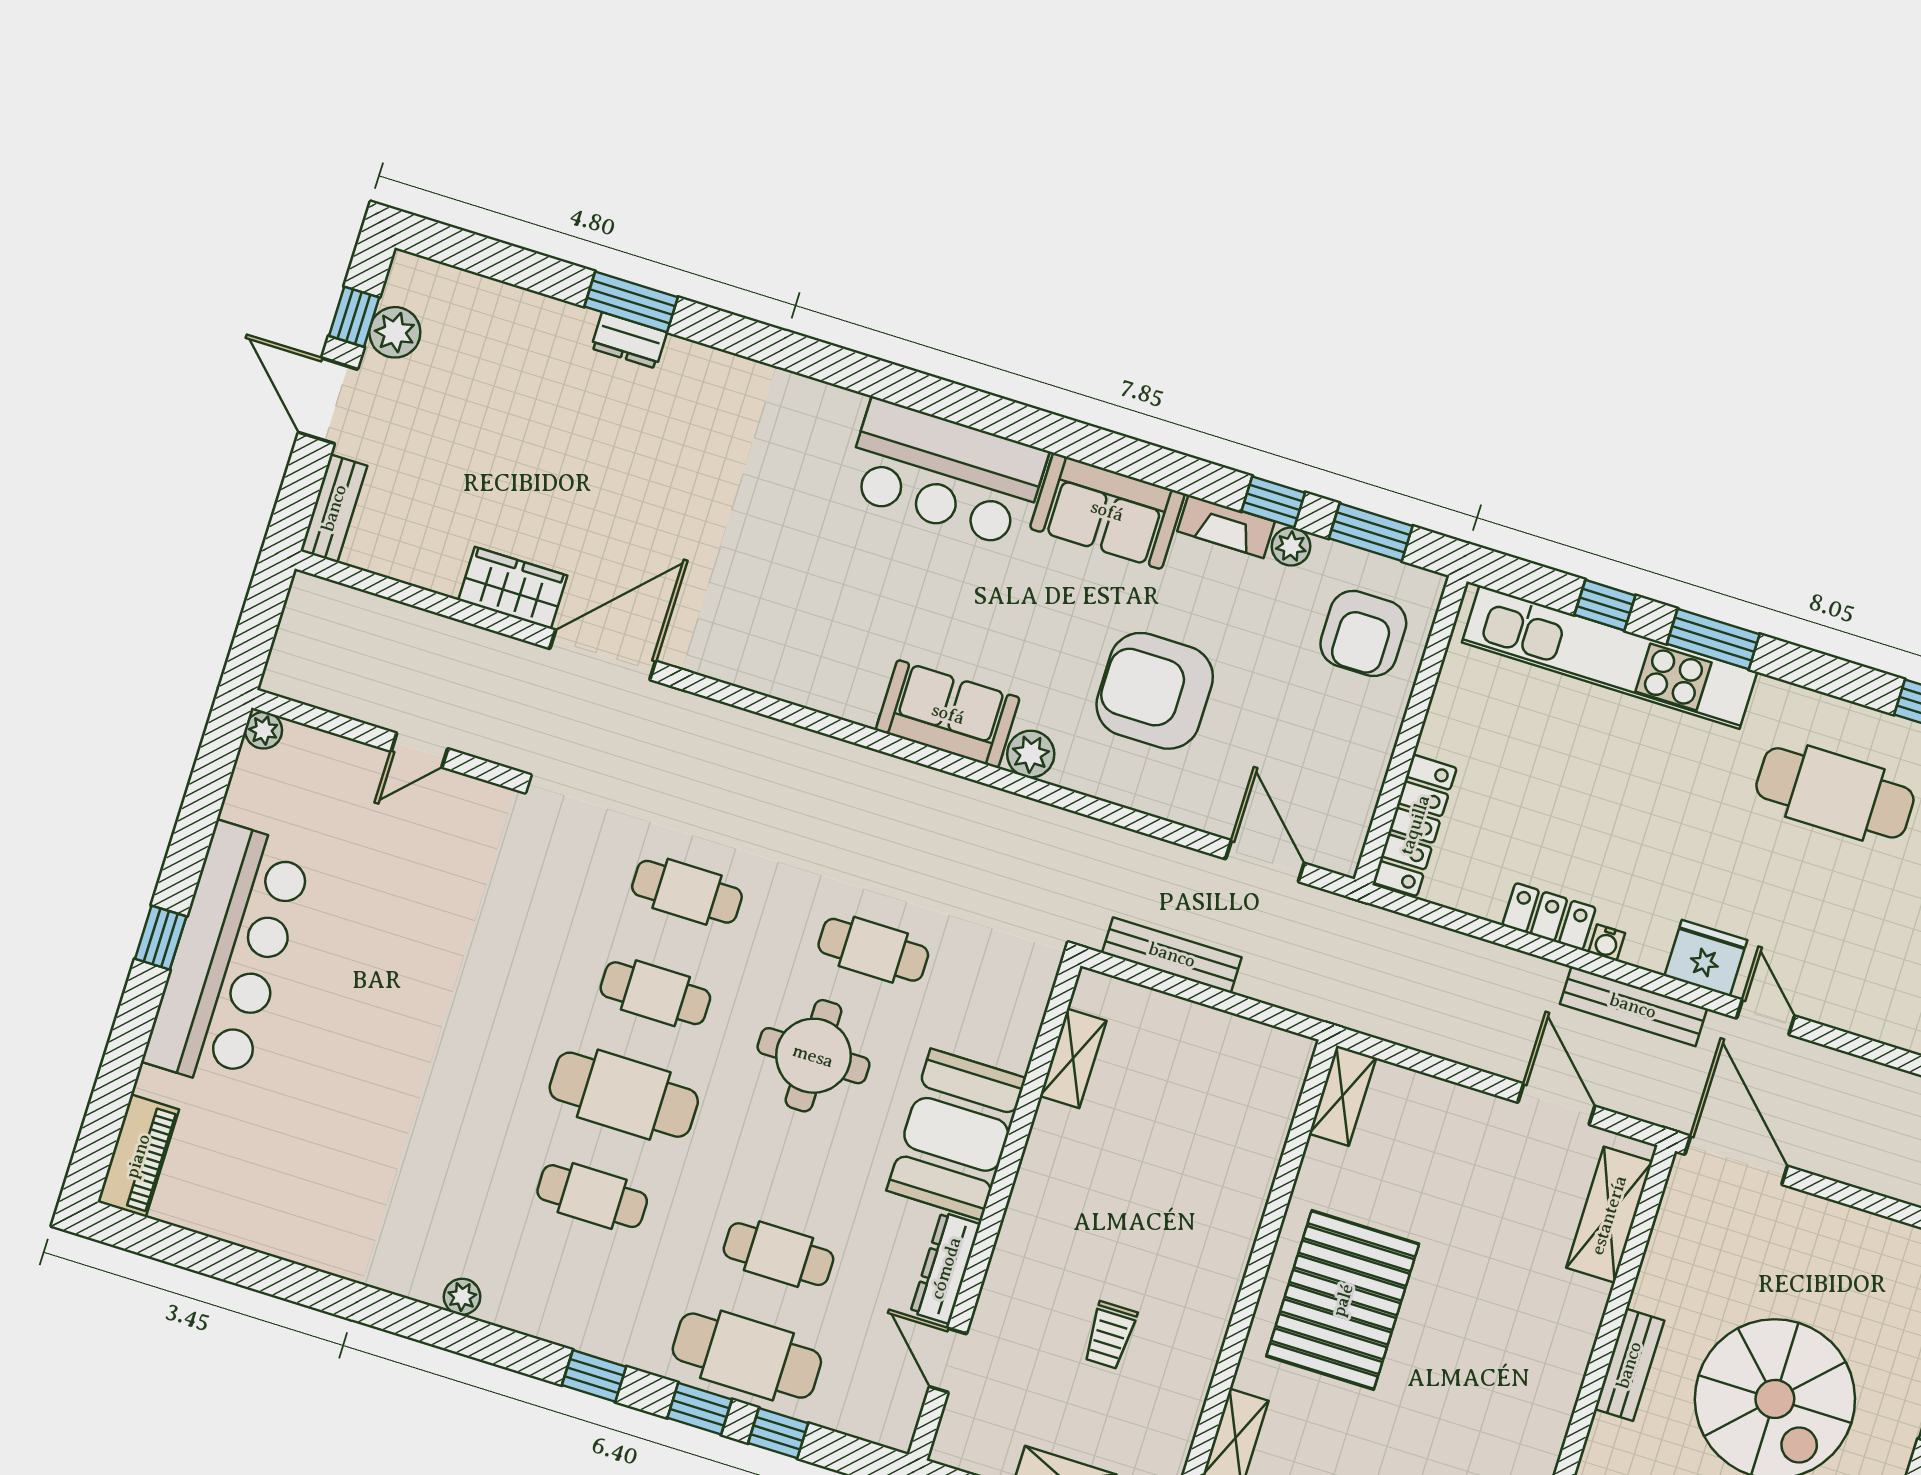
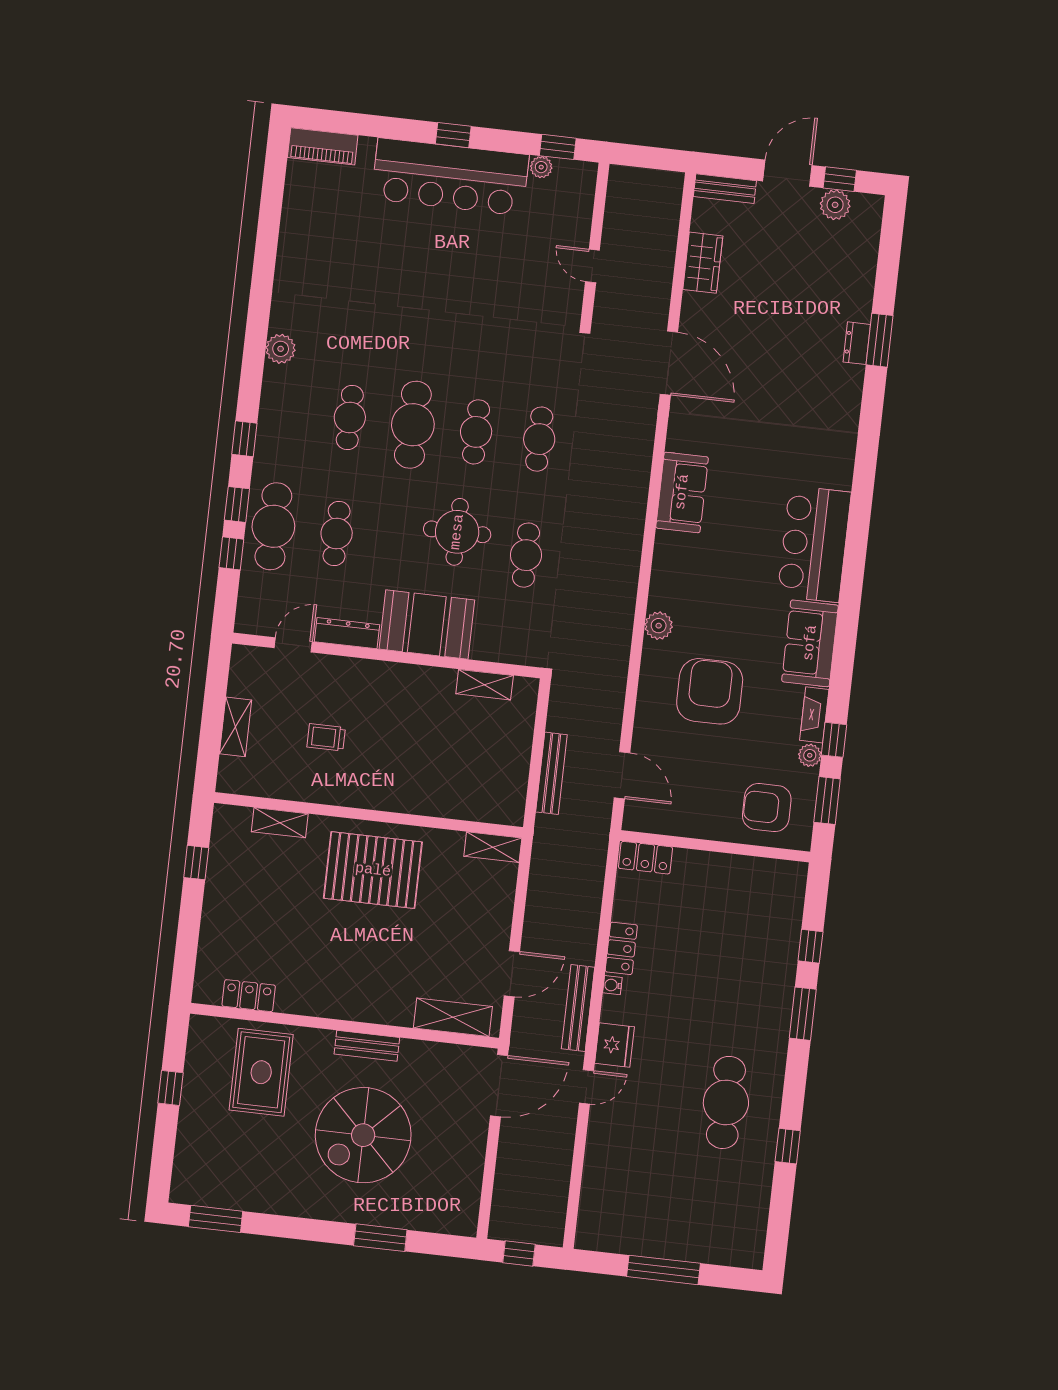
wardrobe: (513, 588) -> (703, 263), moved
kitchen unit: (1610, 657) -> (780, 955), removed
sofa: (948, 714) -> (682, 492), moved
plant: (264, 730) -> (541, 167), moved
window: (213, 770) -> (558, 147), added
locker: (1415, 825) -> (646, 858), width x0.66
door: (1265, 861) -> (622, 775), hinge flipped
bench: (1172, 955) -> (551, 773), moved
plant: (462, 1297) -> (281, 349), width x1.38, depth x1.38

